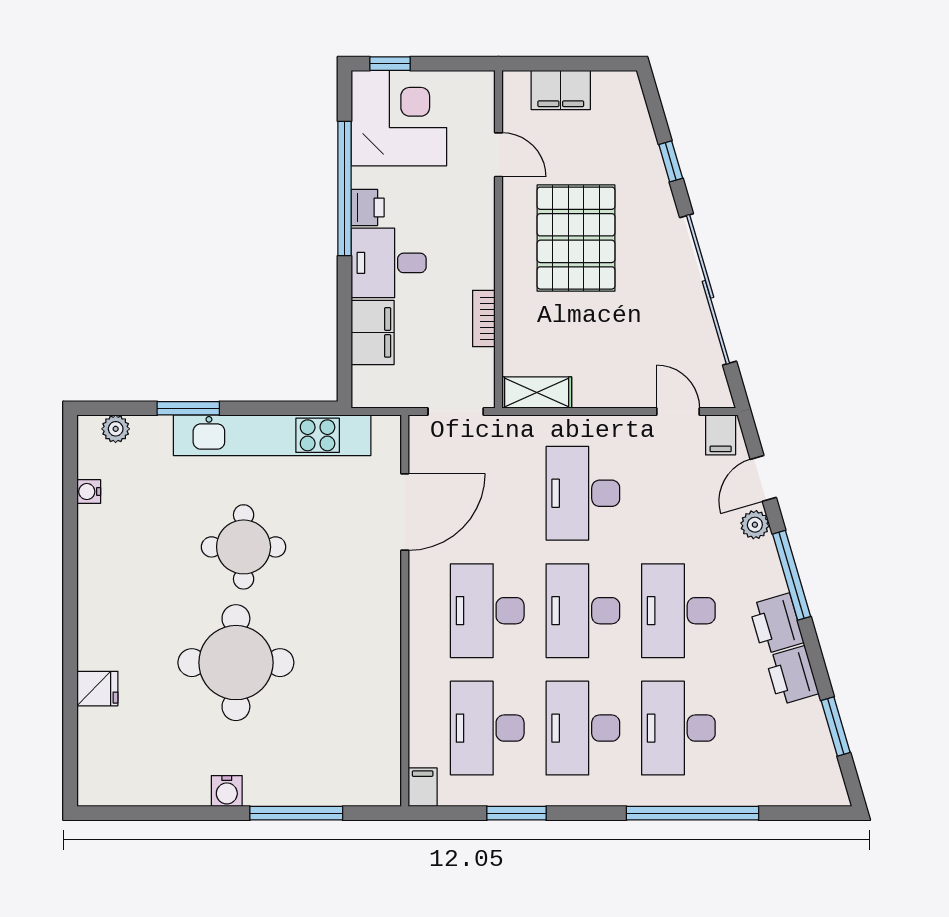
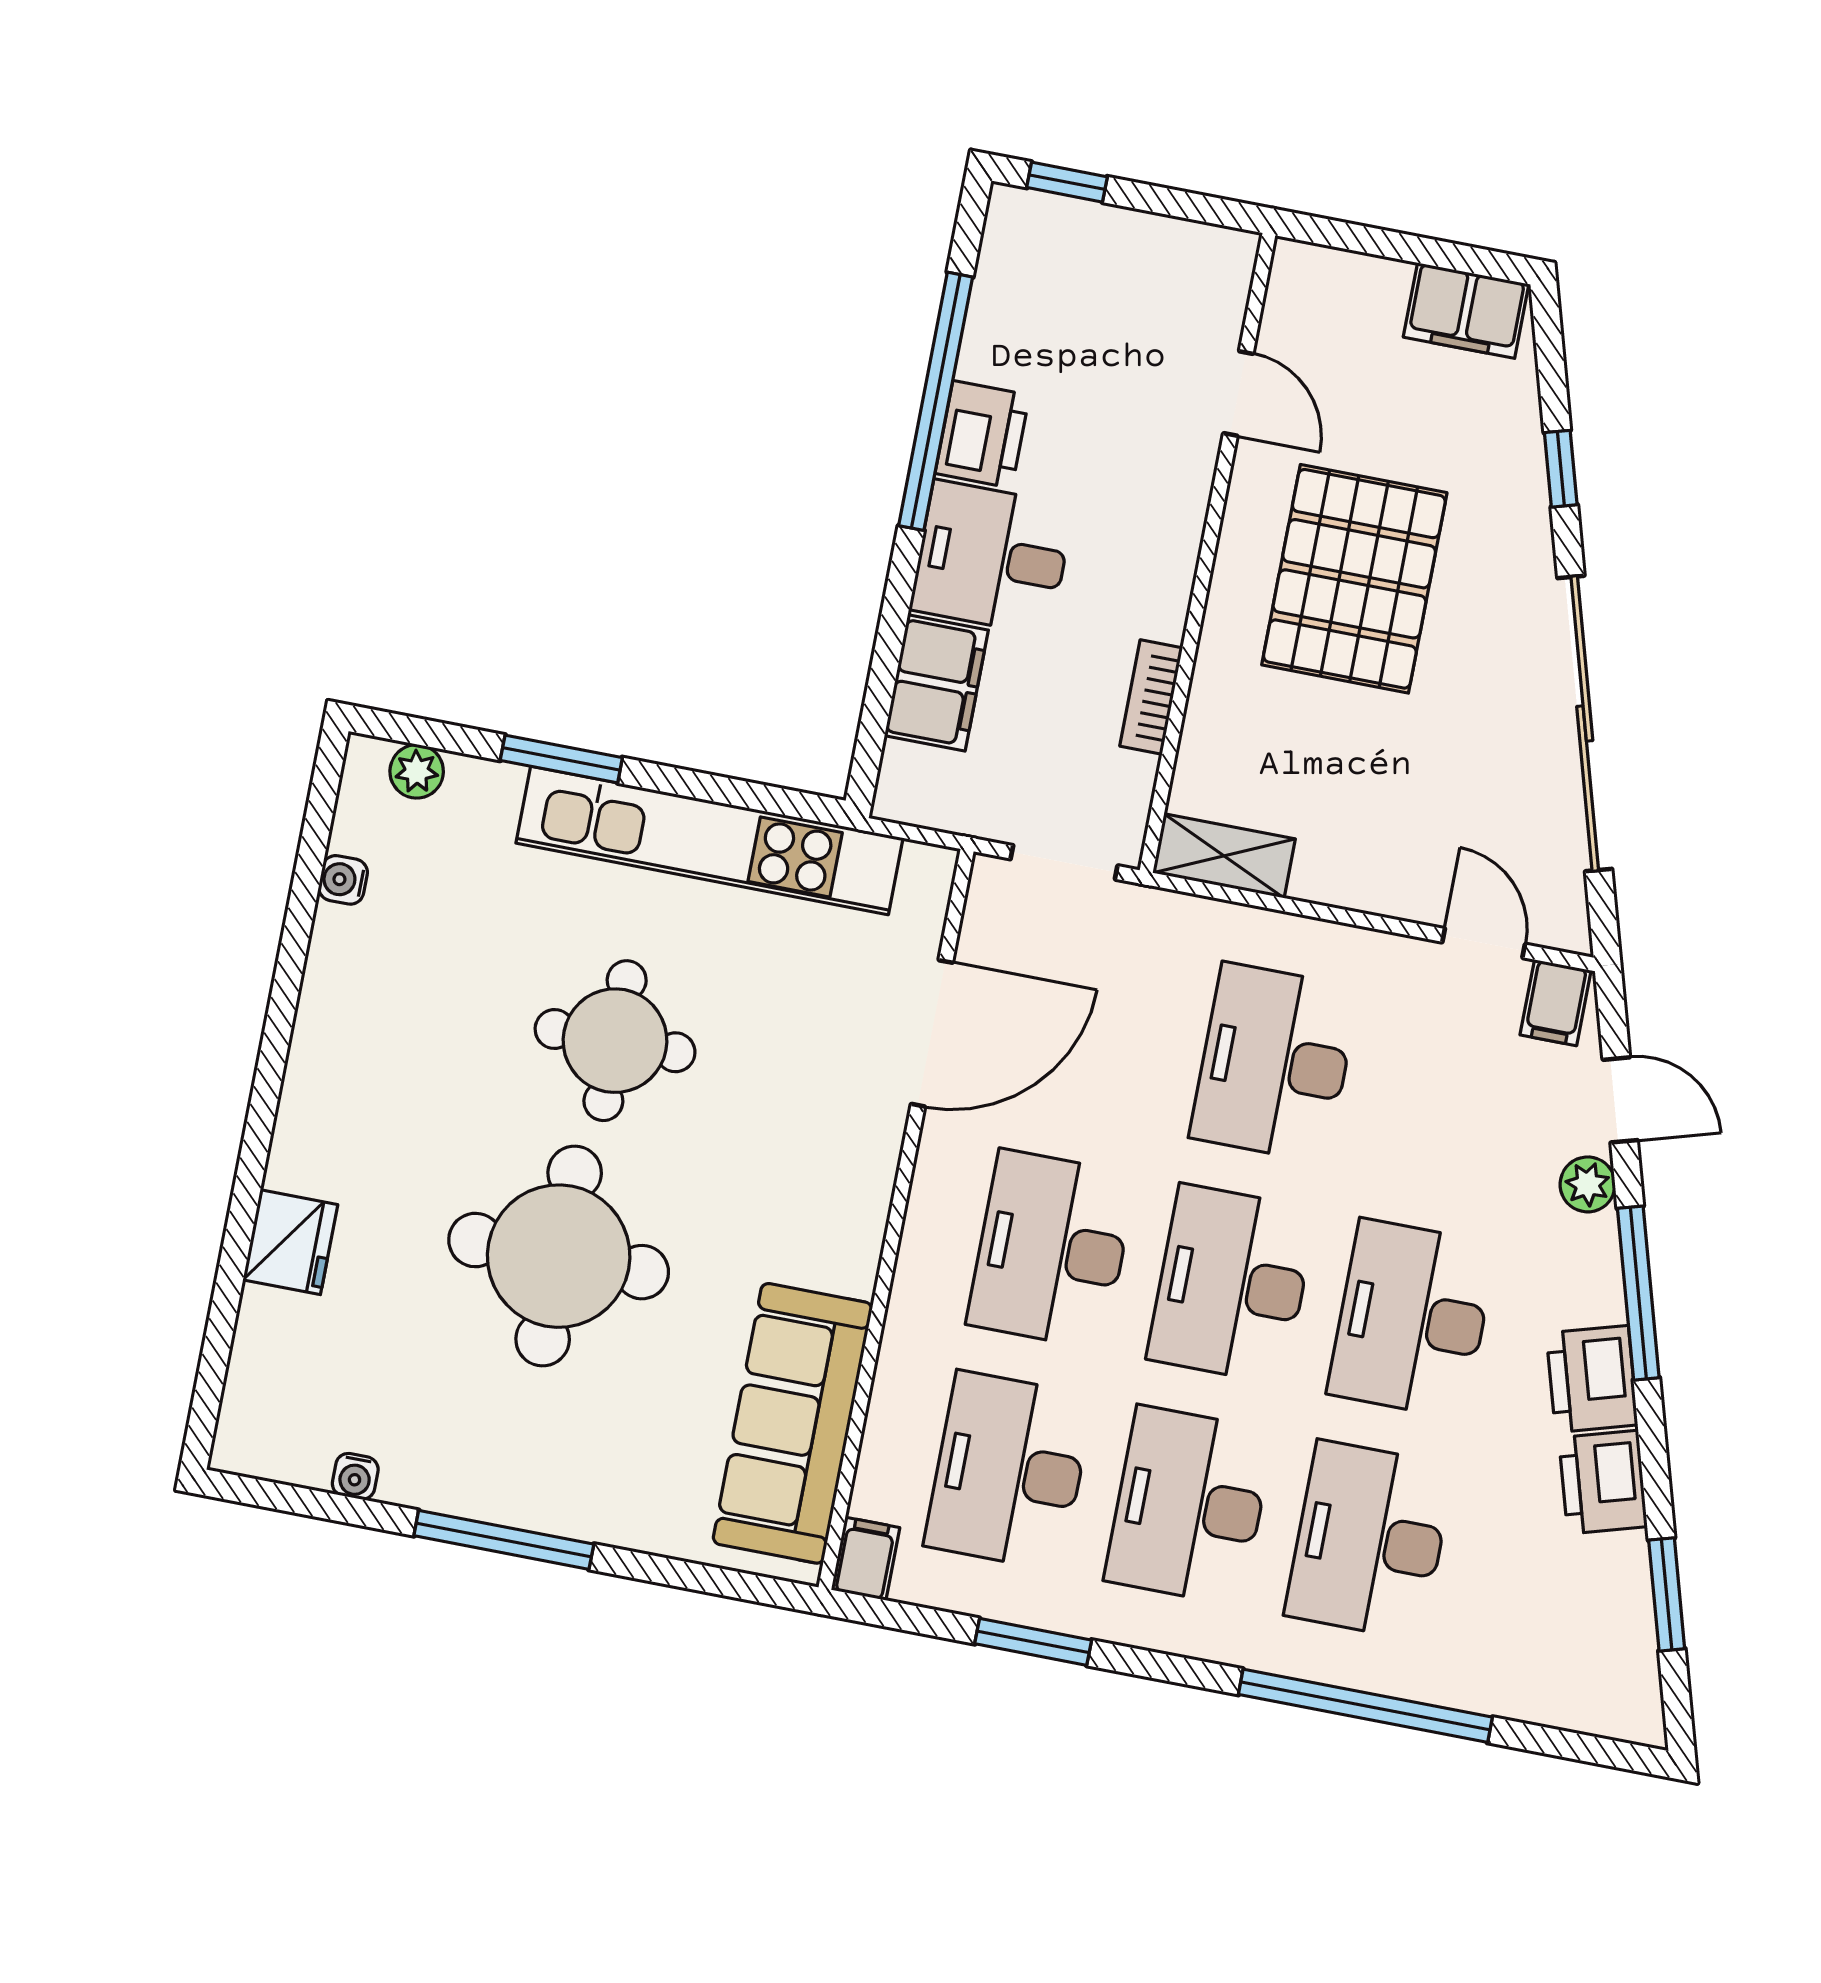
filing cabinet: (561, 90) -> (1466, 311), moved
corner desk: (399, 118) -> (1064, 288), removed
printer: (368, 207) -> (982, 434), width x1.36, depth x1.24
door: (763, 478) -> (1620, 1100), swing flipped
fridge: (97, 689) -> (290, 1242), width x1.38
sofa: (372, 725) -> (793, 1423), added
water cooler: (227, 791) -> (355, 1476), moved, width x0.72, depth x0.72
window: (296, 813) -> (504, 1540), moved

